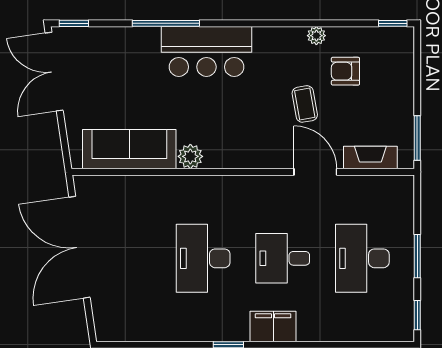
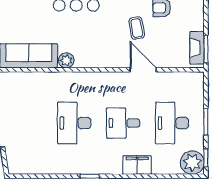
fireplace: (370, 158) -> (197, 48), moved, turned -90
plant: (395, 323) -> (192, 163), added
filing cabinet: (273, 327) -> (137, 165), moved

